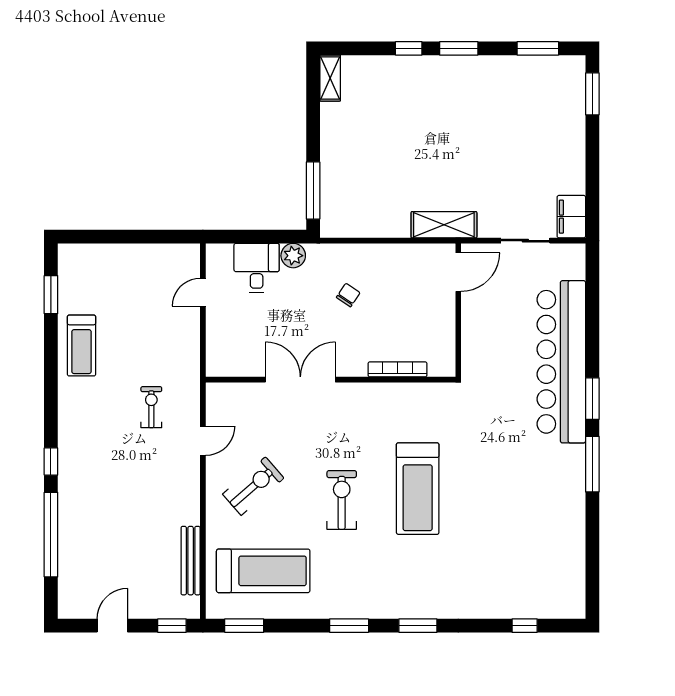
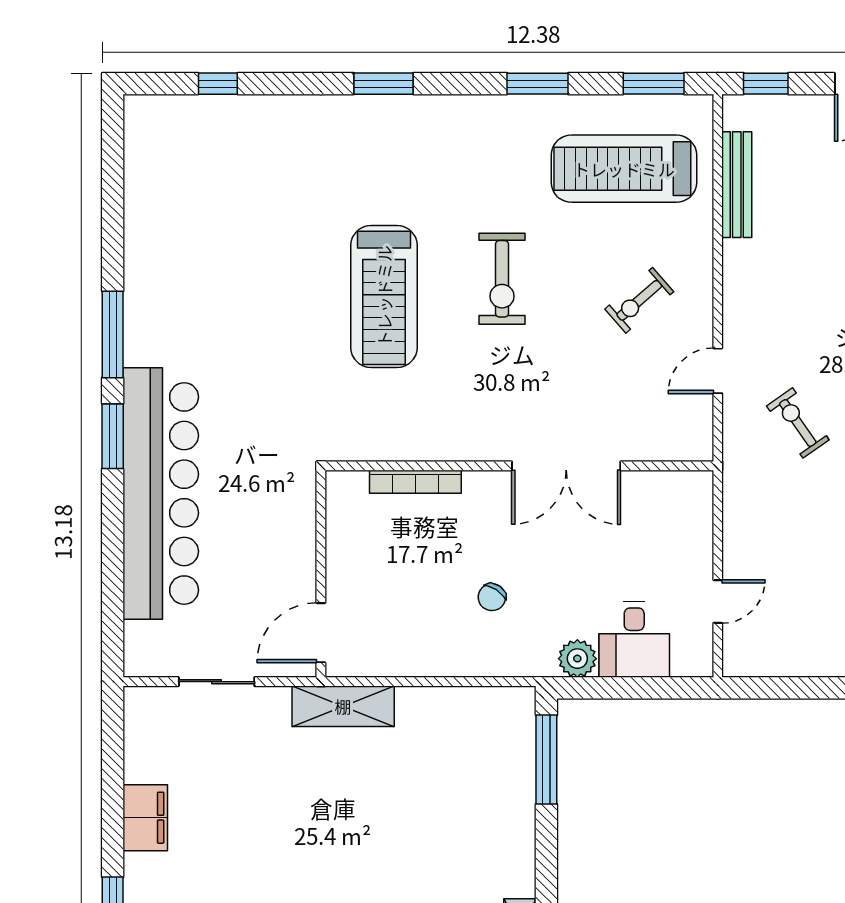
filing cabinet: (571, 217) -> (145, 818), moved
exercise bike: (151, 407) -> (798, 423), turned 145
exercise bike: (253, 486) -> (639, 300), width x0.73, depth x0.72
treadmill: (418, 489) -> (384, 296), turned 180
window: (349, 626) -> (538, 84), moved

